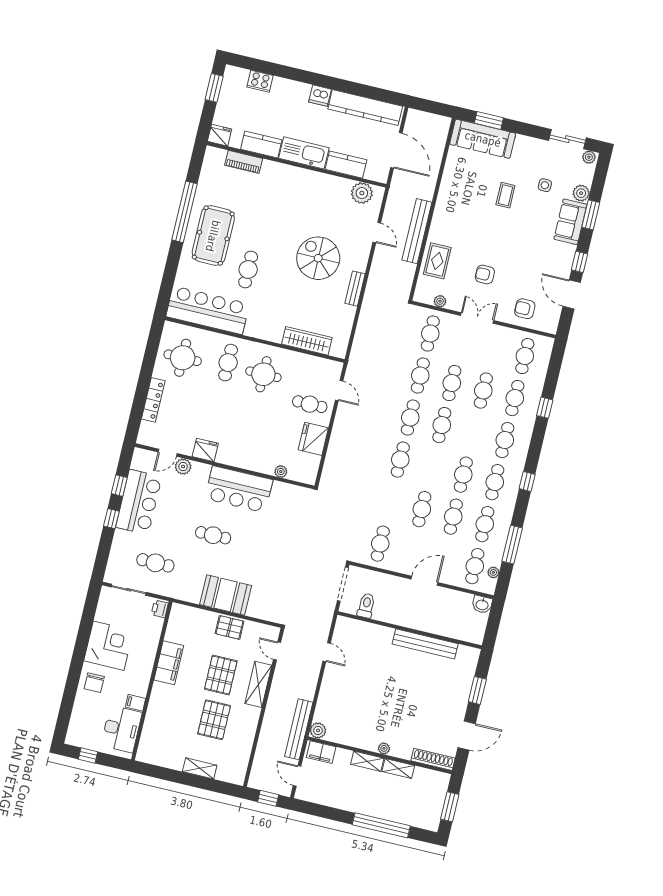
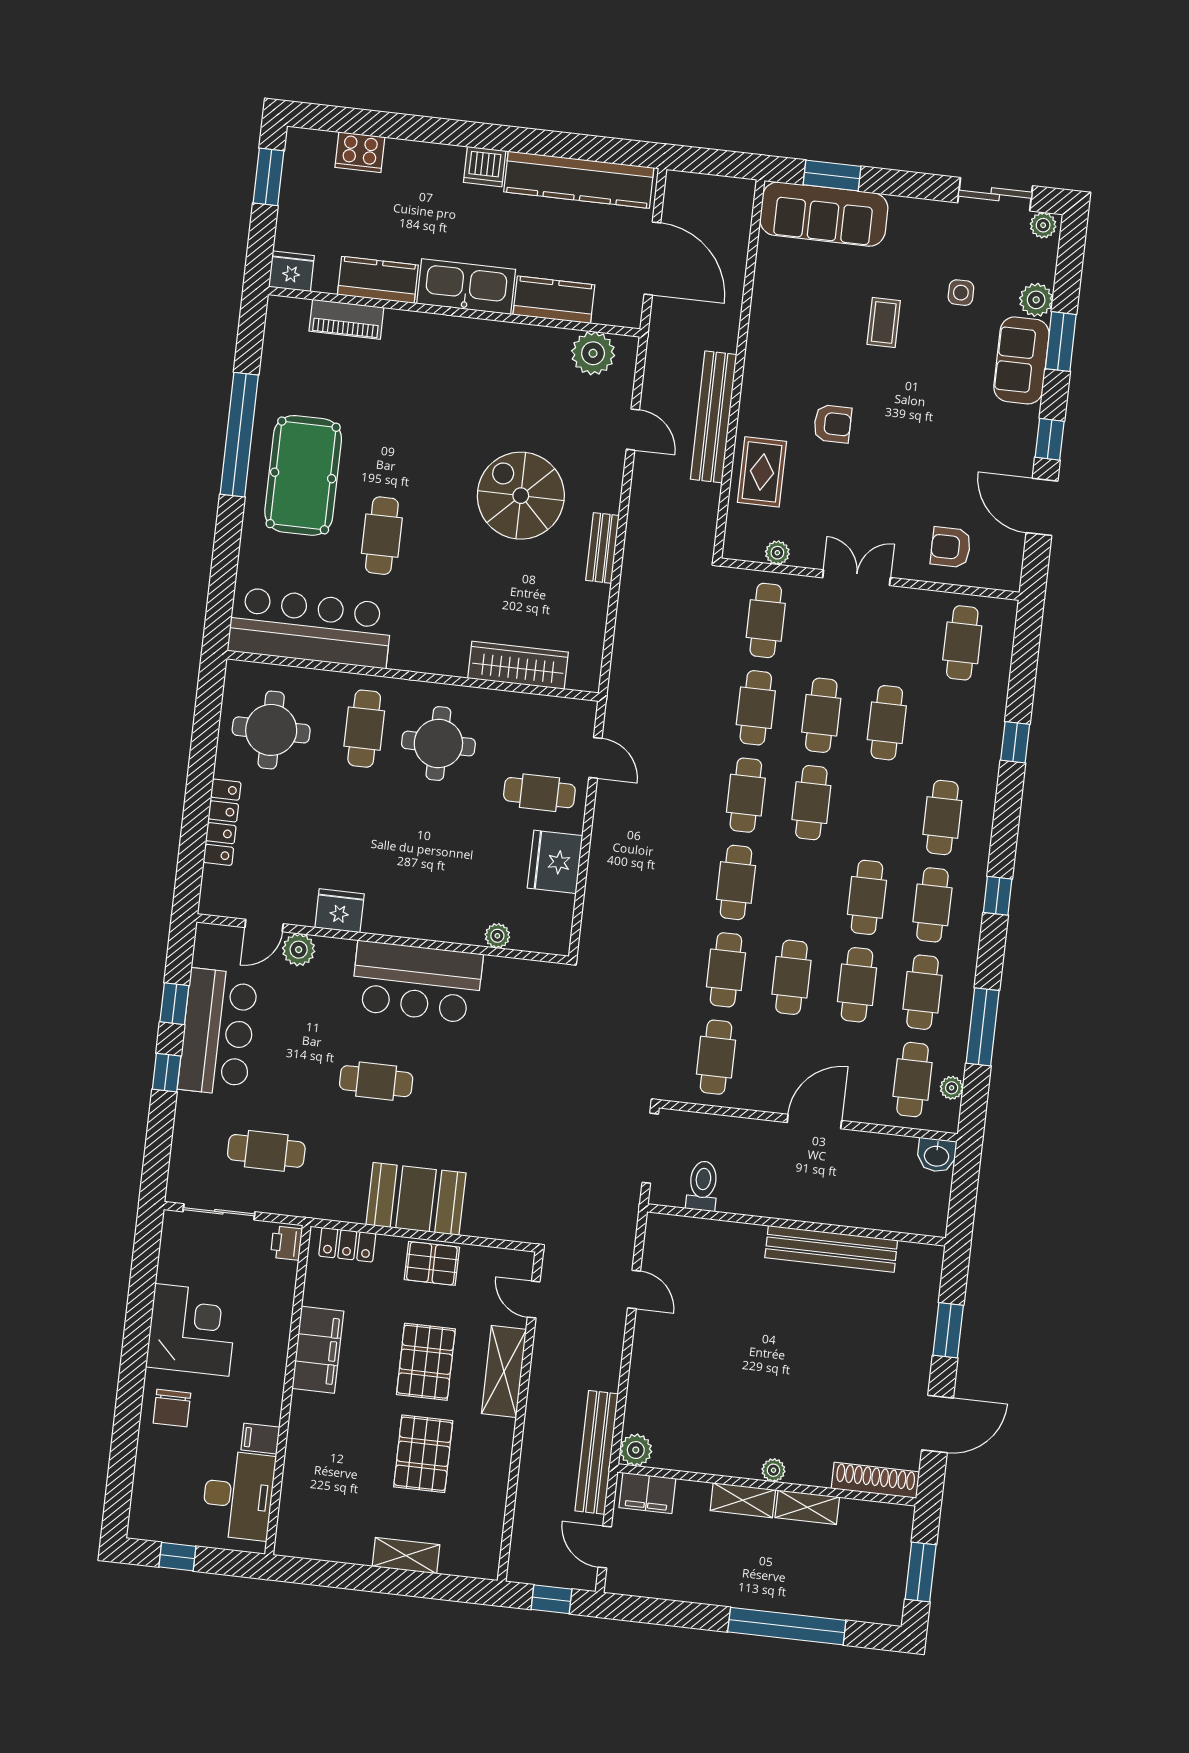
armchair: (485, 274) -> (833, 424), moved, turned 180
cafe table: (515, 398) -> (726, 970), moved
locker: (189, 613) -> (347, 1245), added

